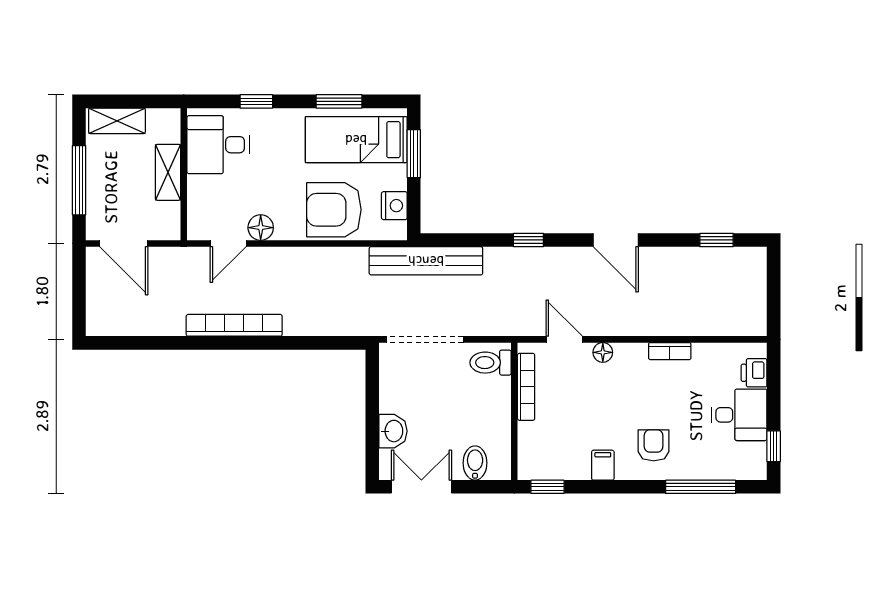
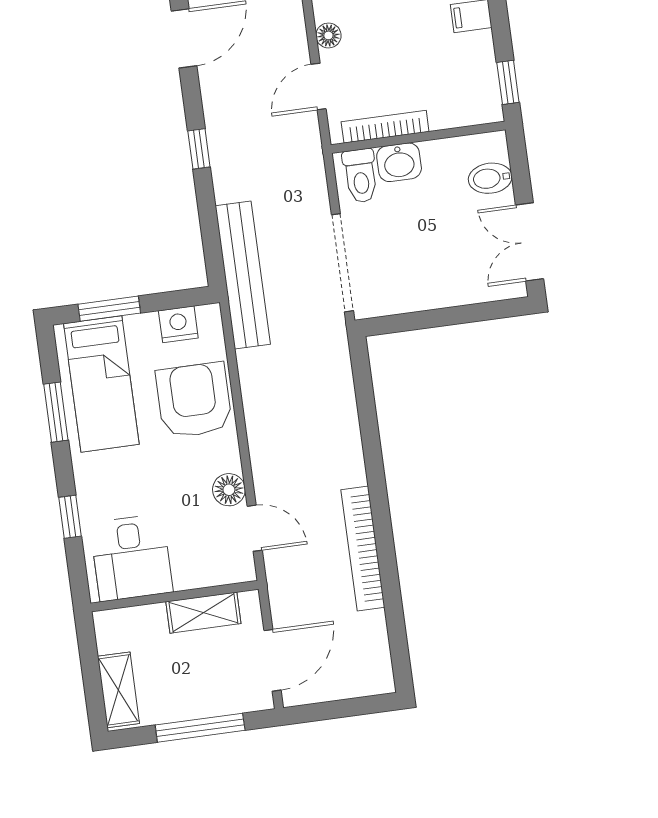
shelving: (168, 172) -> (203, 613), moved
armchair: (334, 210) -> (194, 400), turned 180
bookcase: (234, 325) -> (363, 549), moved
washbasin: (393, 431) -> (399, 162), moved, turned 180

